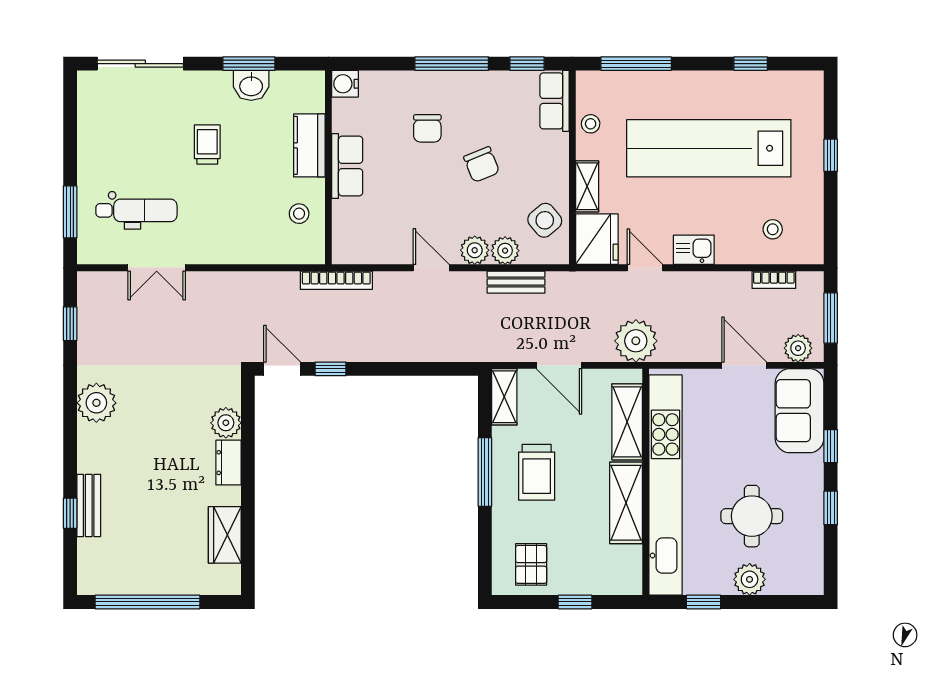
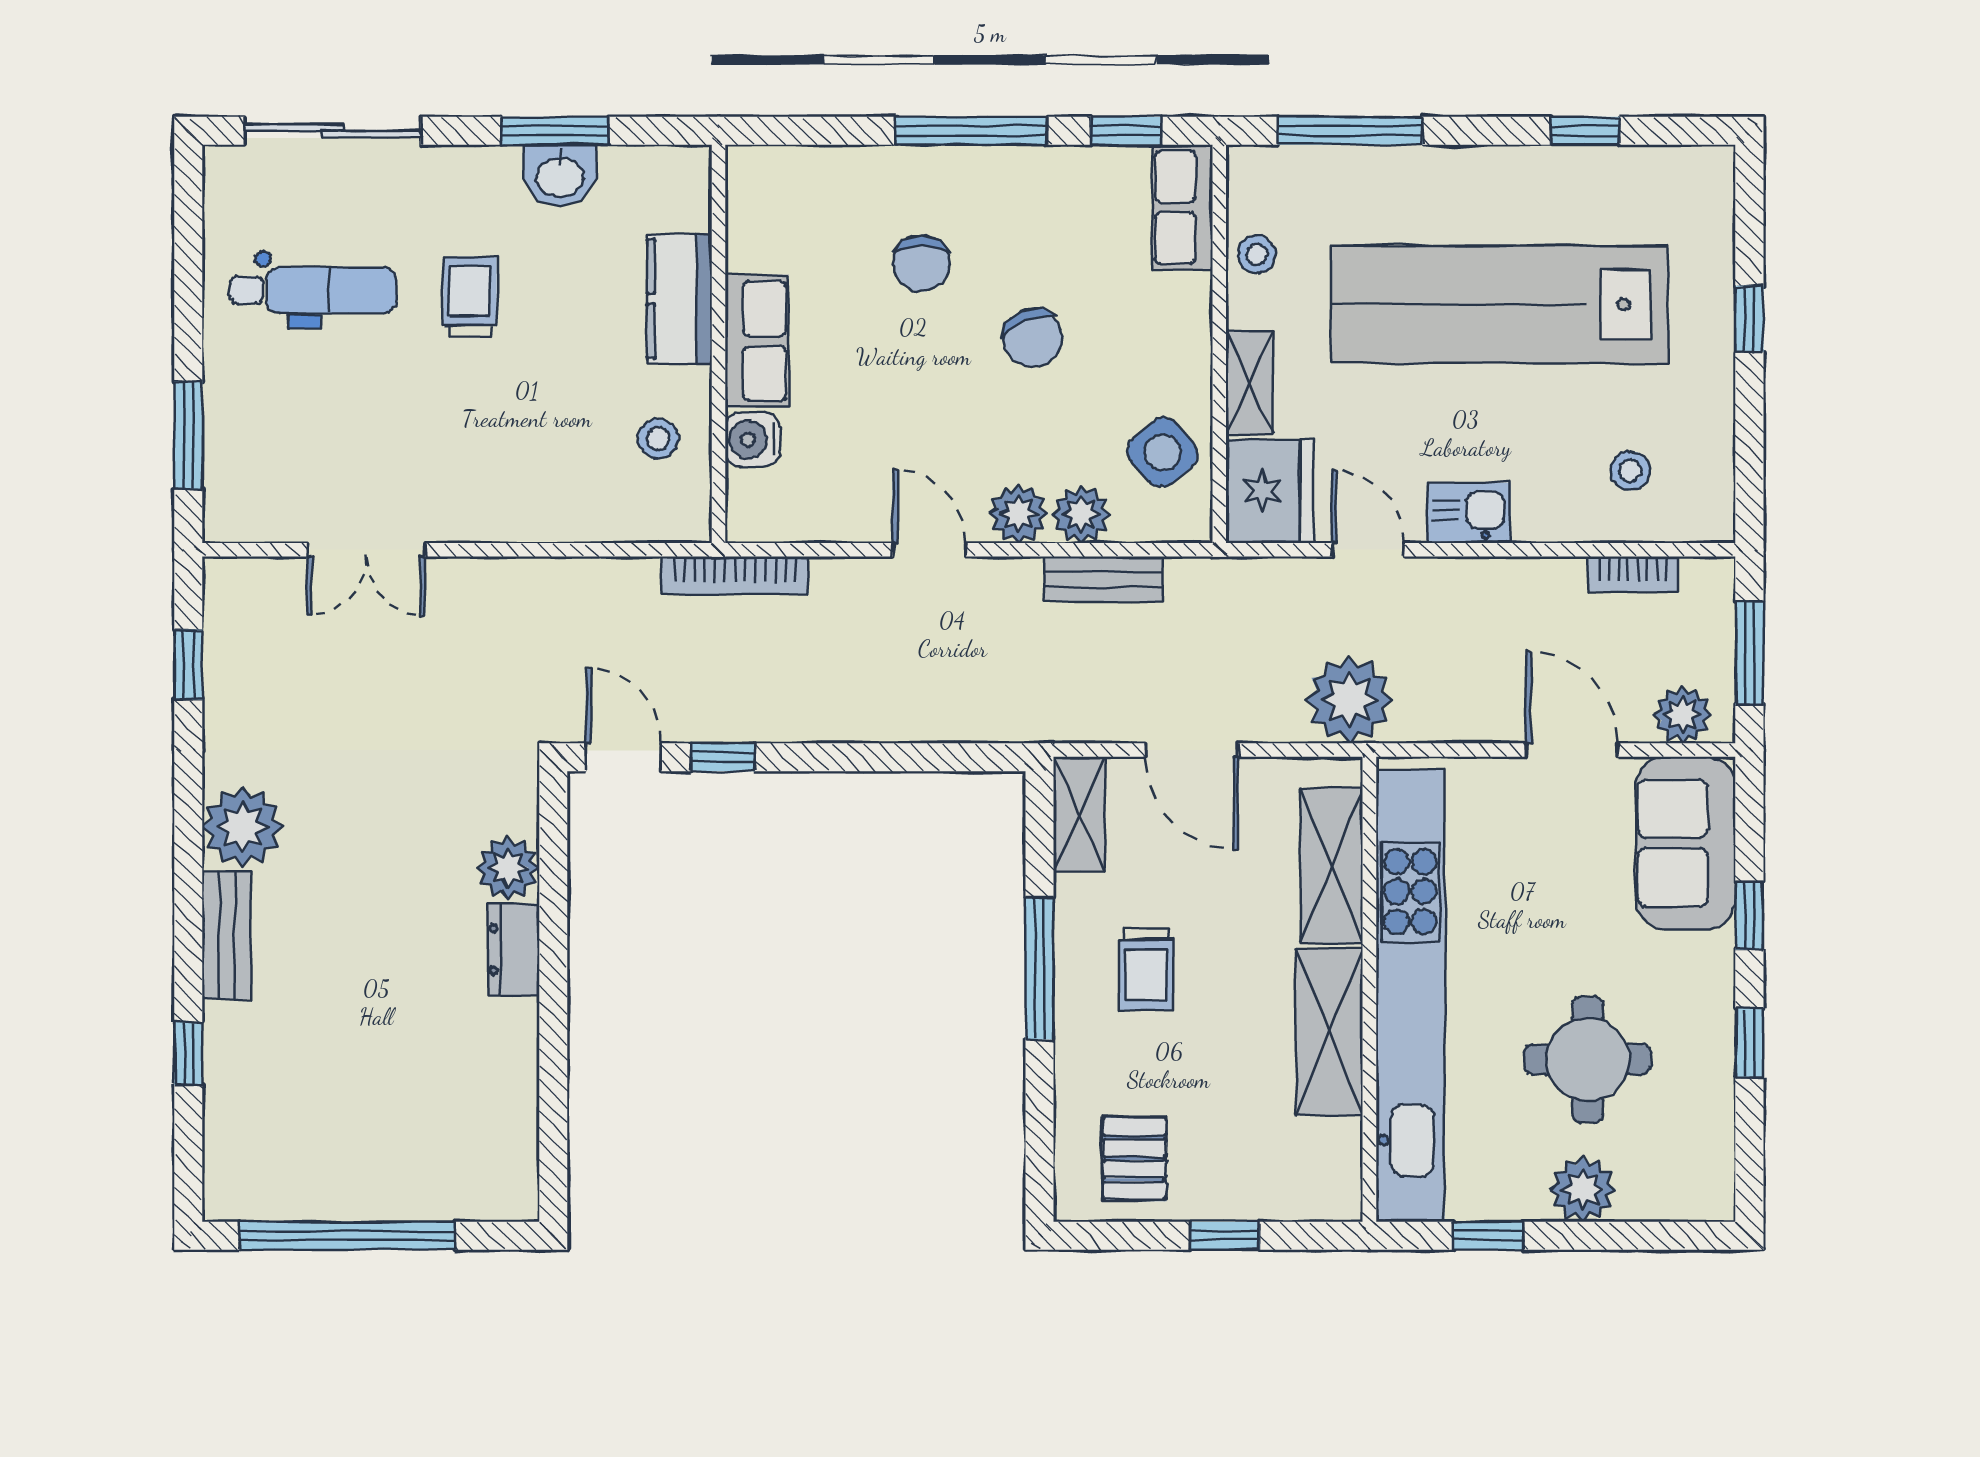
water cooler: (345, 84) -> (753, 439), moved
dental chair: (136, 210) -> (313, 290), moved
trolley: (537, 472) -> (1146, 969), width x0.73, depth x0.72
bench: (89, 505) -> (227, 935), moved
wardrobe: (225, 535) -> (506, 1098), removed

